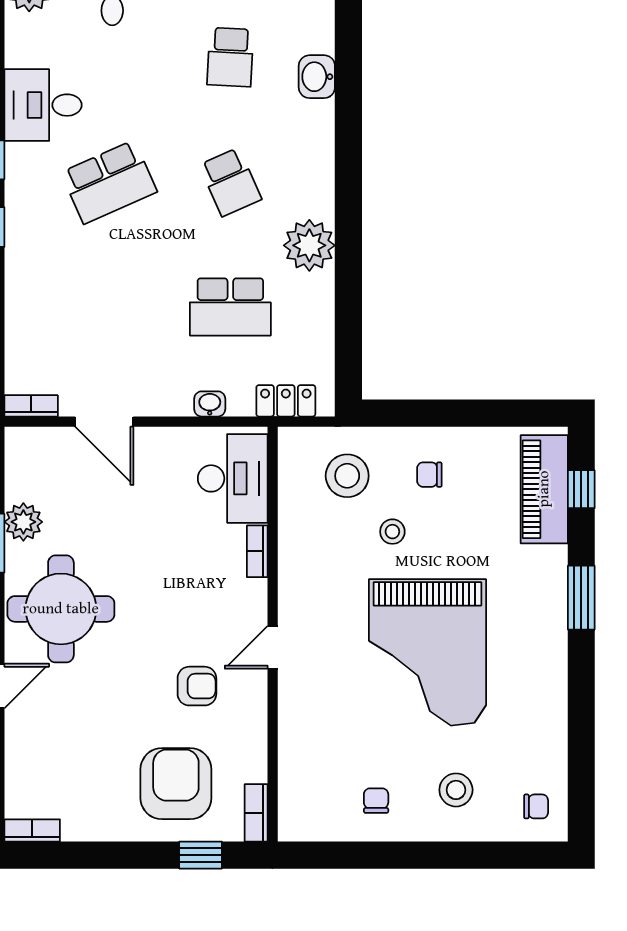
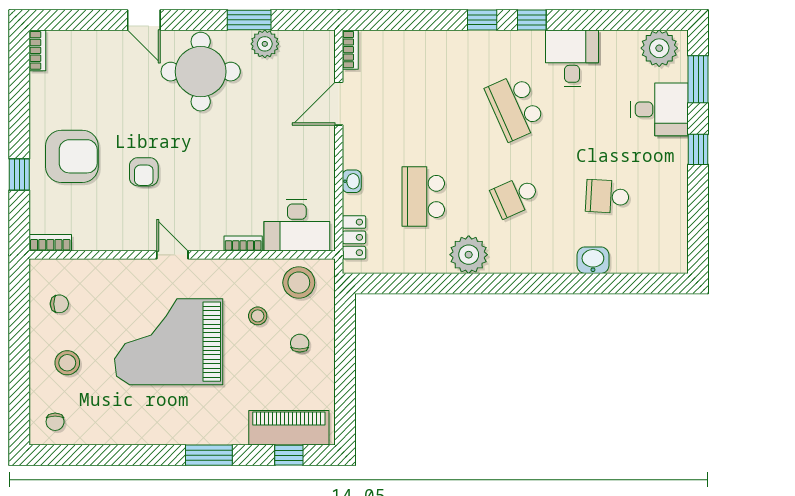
desk: (233, 478) -> (297, 225), moved
bookcase: (257, 551) -> (243, 244), moved
wall: (273, 634) -> (182, 255), moved
door: (273, 647) -> (172, 255), moved
bookcase: (256, 813) -> (50, 243), moved

